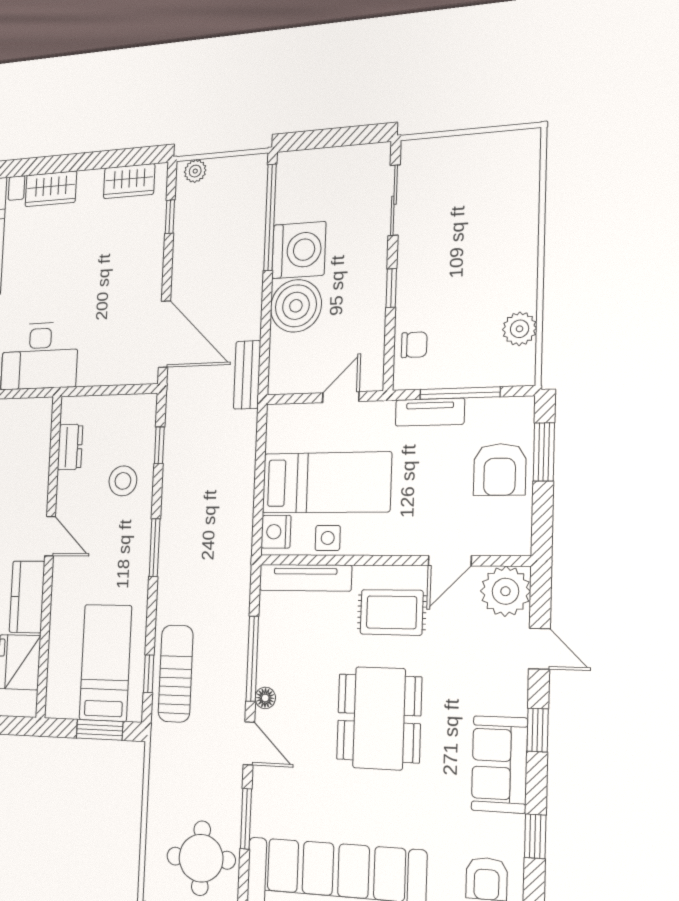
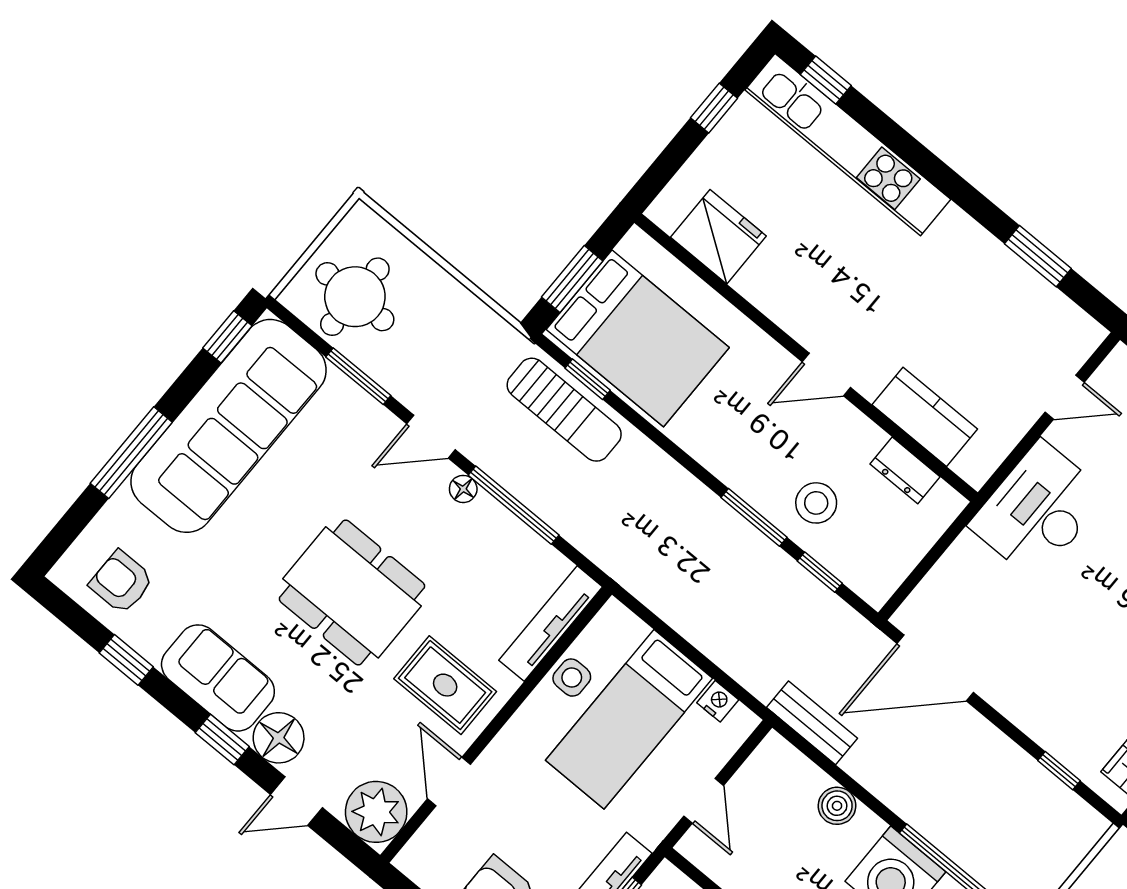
plant: (195, 171) -> (1083, 835), removed
boiler: (296, 306) -> (837, 806), width x0.54, depth x0.54
nightstand: (276, 532) -> (718, 701), moved, width x0.72, depth x0.74
window: (155, 548) -> (754, 517), moved
kitchen counter: (27, 597) -> (925, 417), moved
rug: (392, 612) -> (445, 685), turned 90
bed: (105, 663) -> (638, 338), width x1.50
floor lamp: (507, 693) -> (279, 738), added

